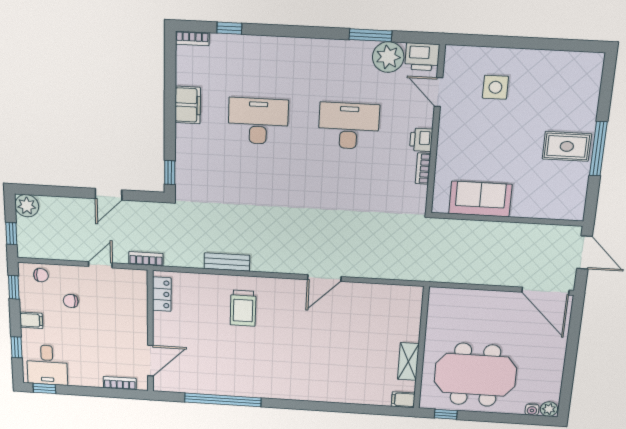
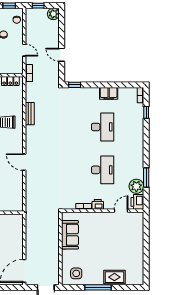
side table: (495, 87) -> (76, 273), moved
rug: (567, 146) -> (114, 277), moved, turned 90

